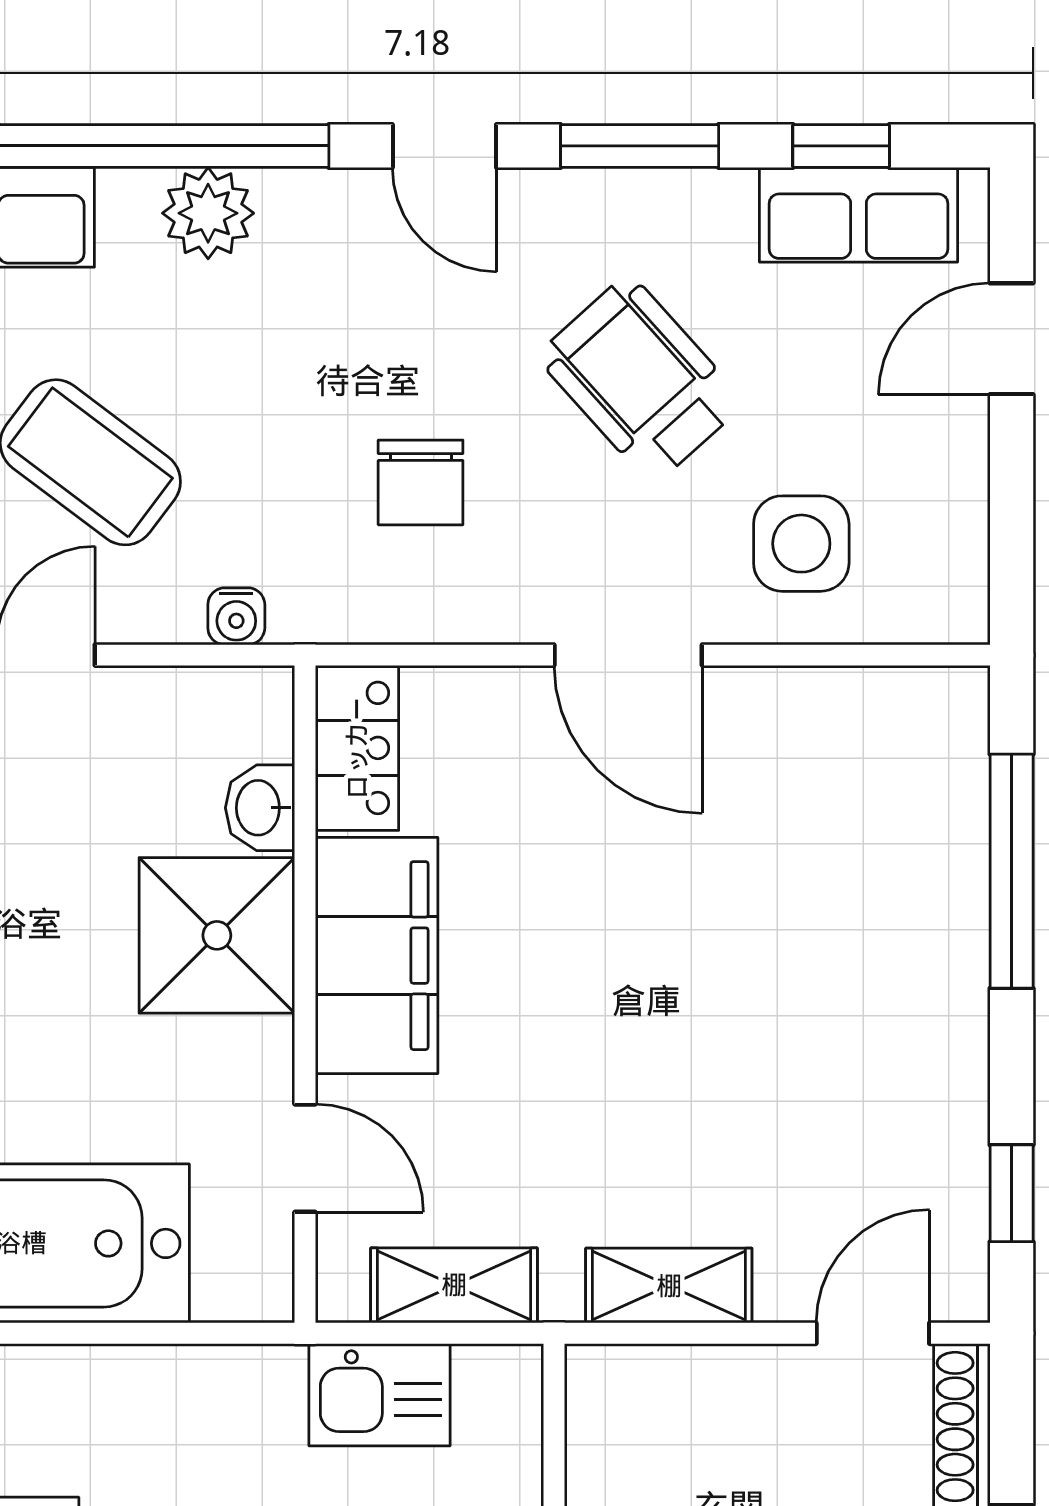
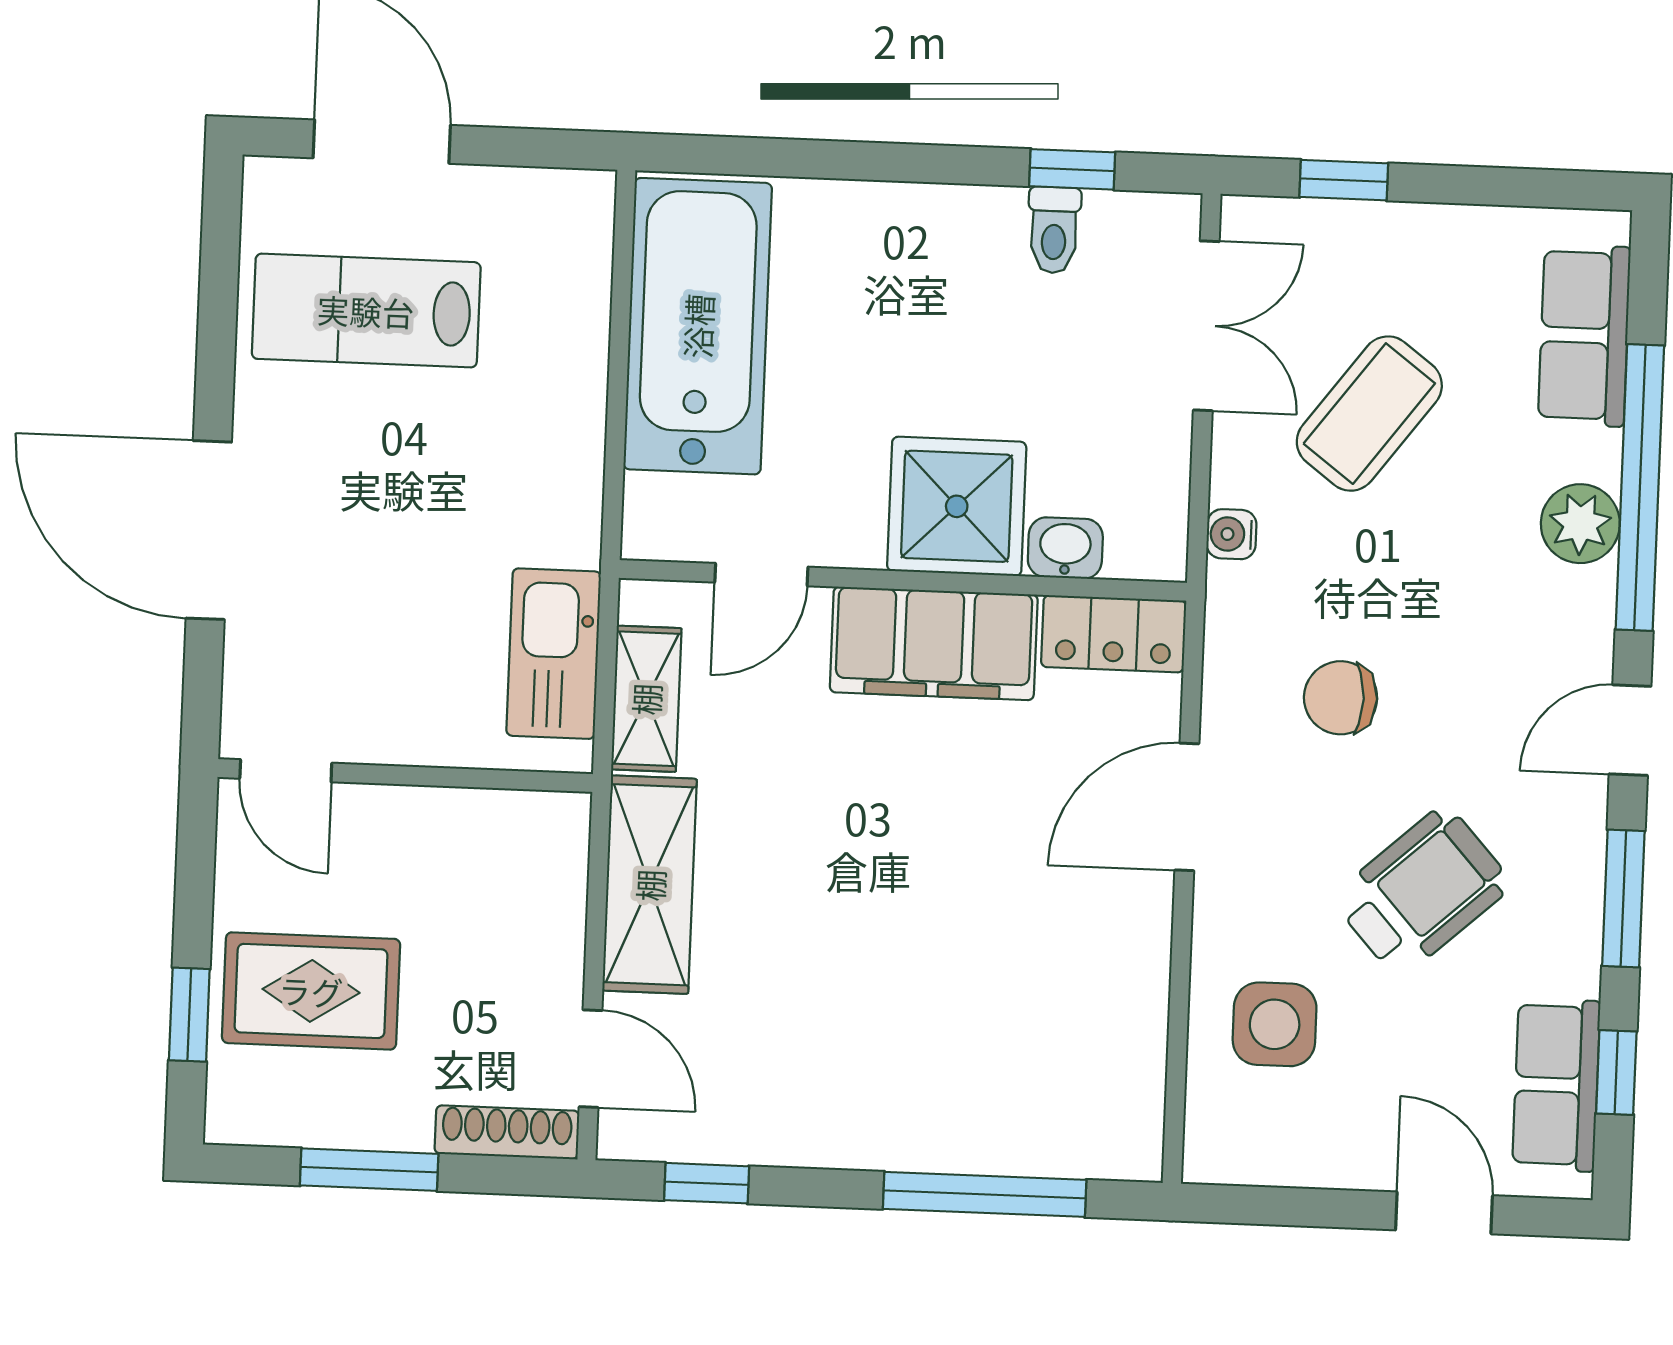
door: (628, 655) -> (1187, 807), moved
shelving: (669, 1286) -> (650, 885), width x1.50, depth x1.33
kitchen sink: (380, 1395) -> (554, 654), width x1.38

